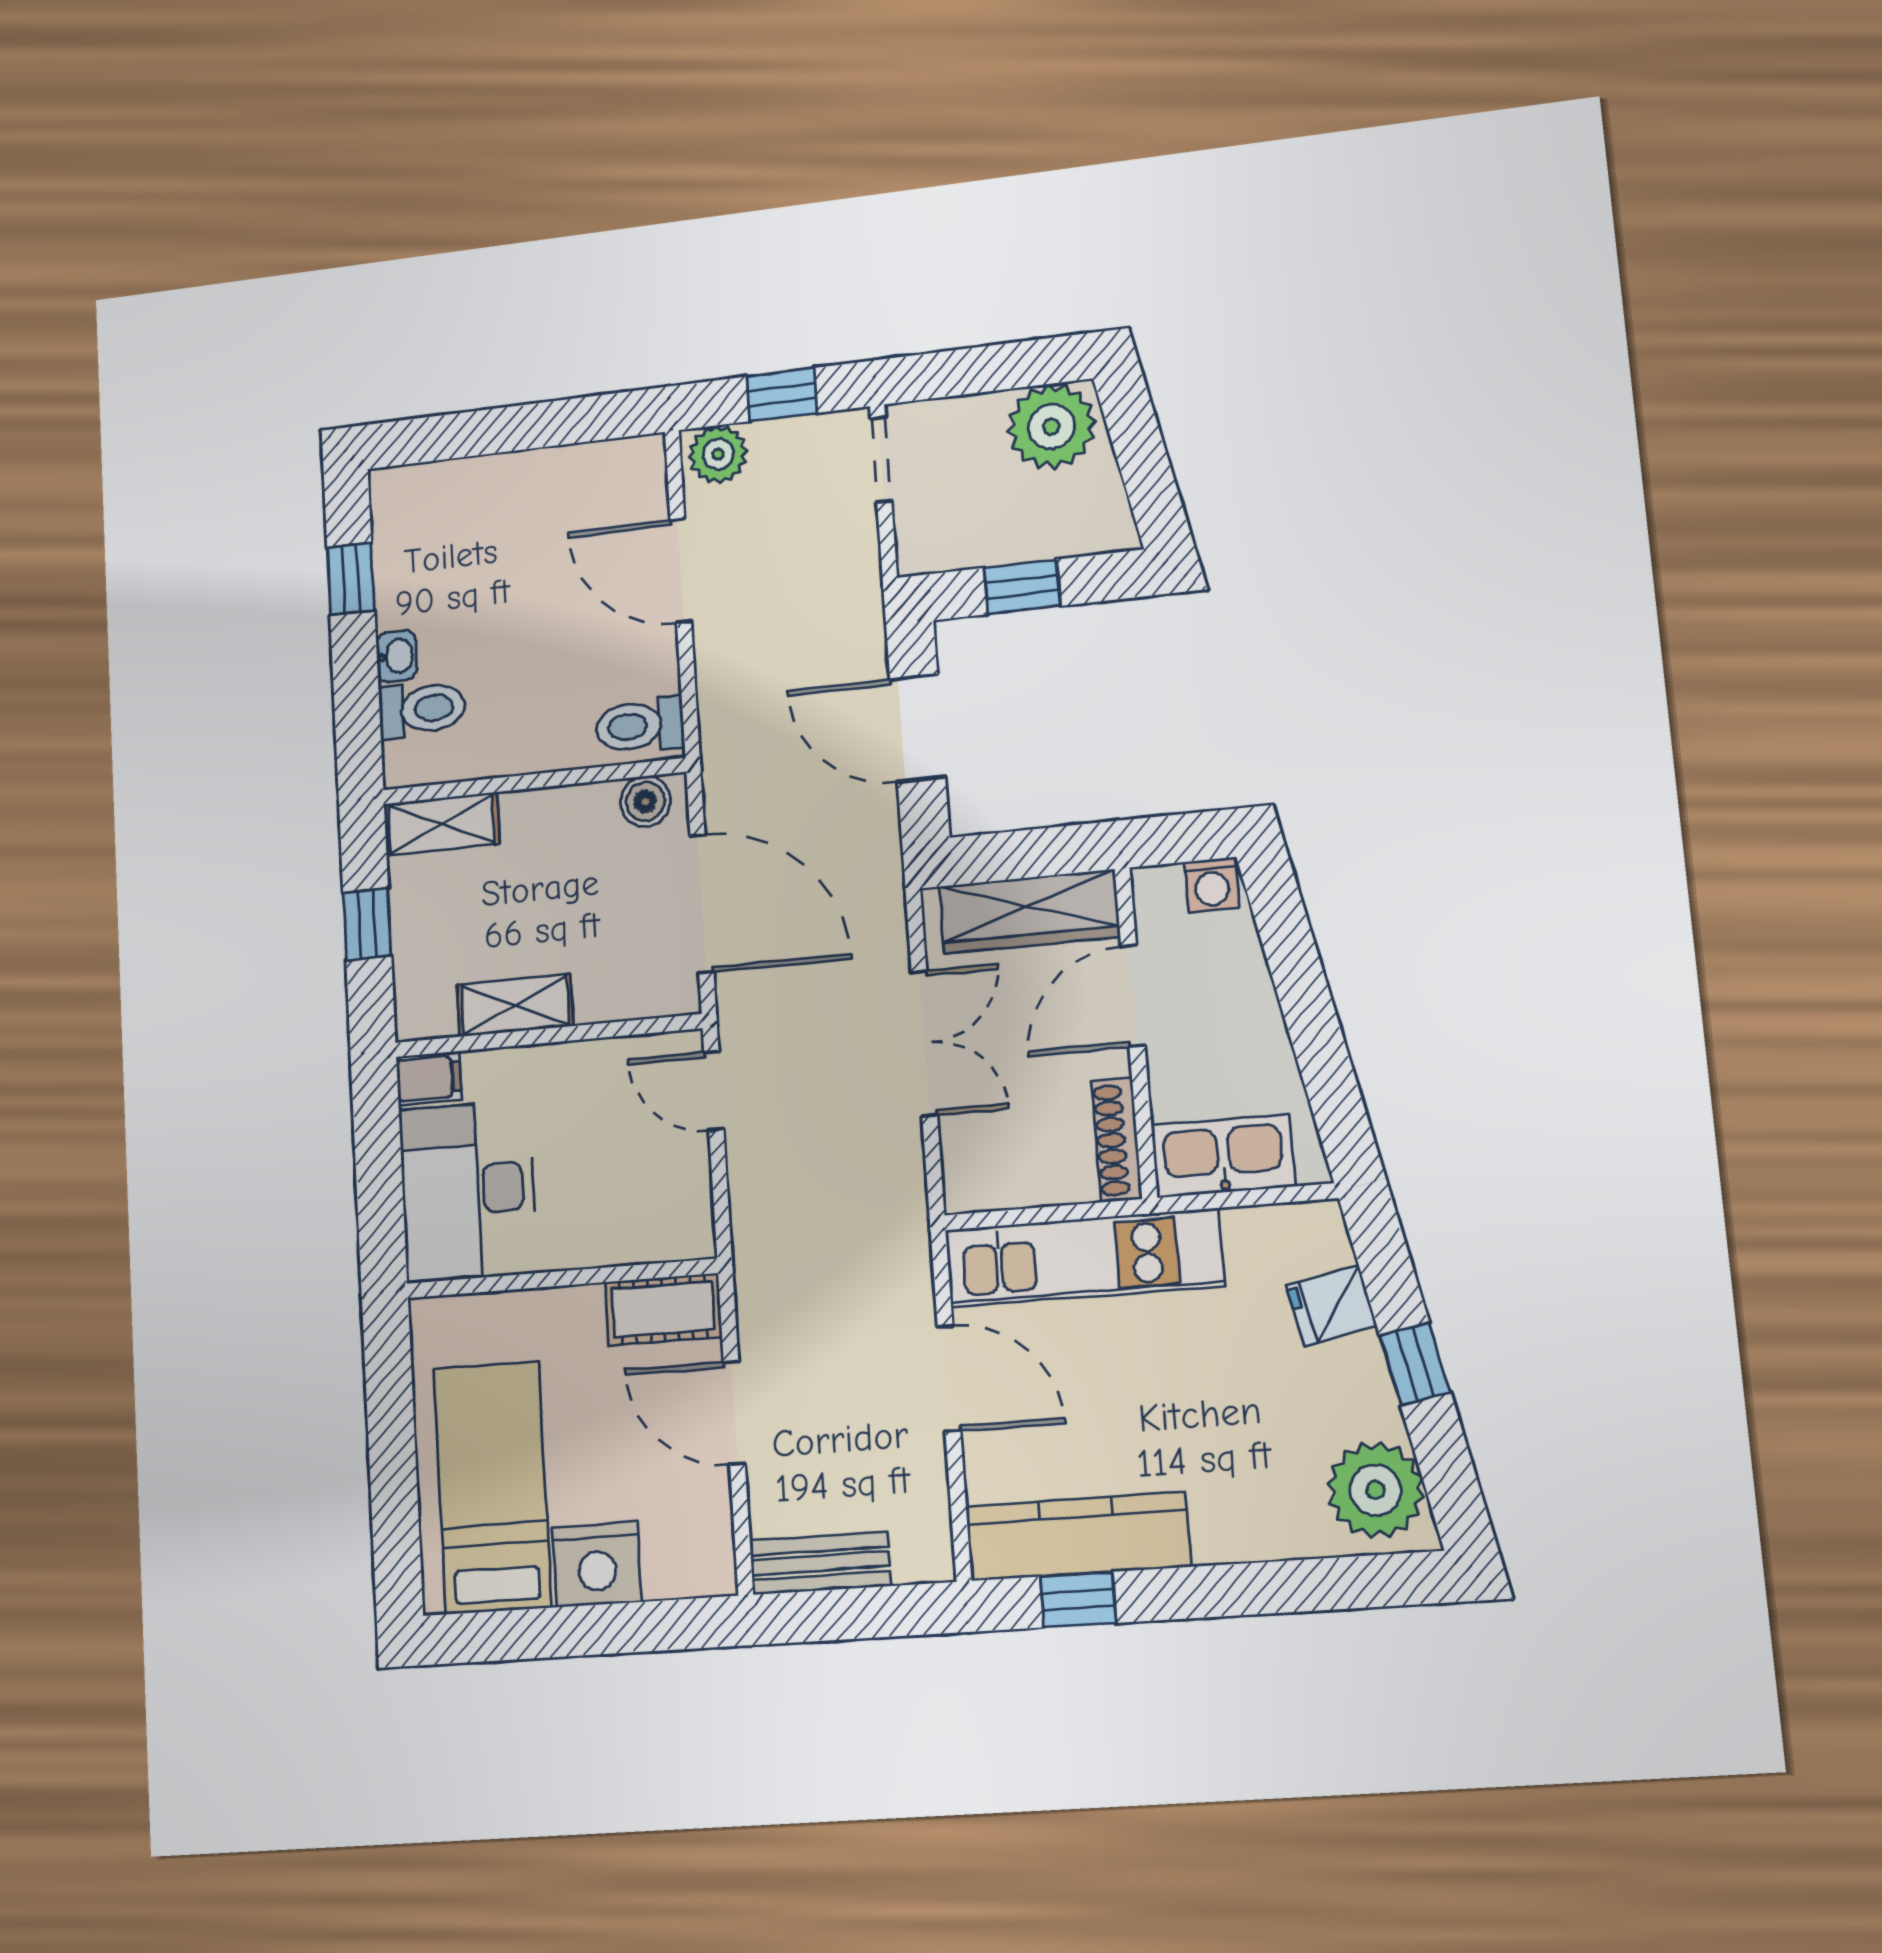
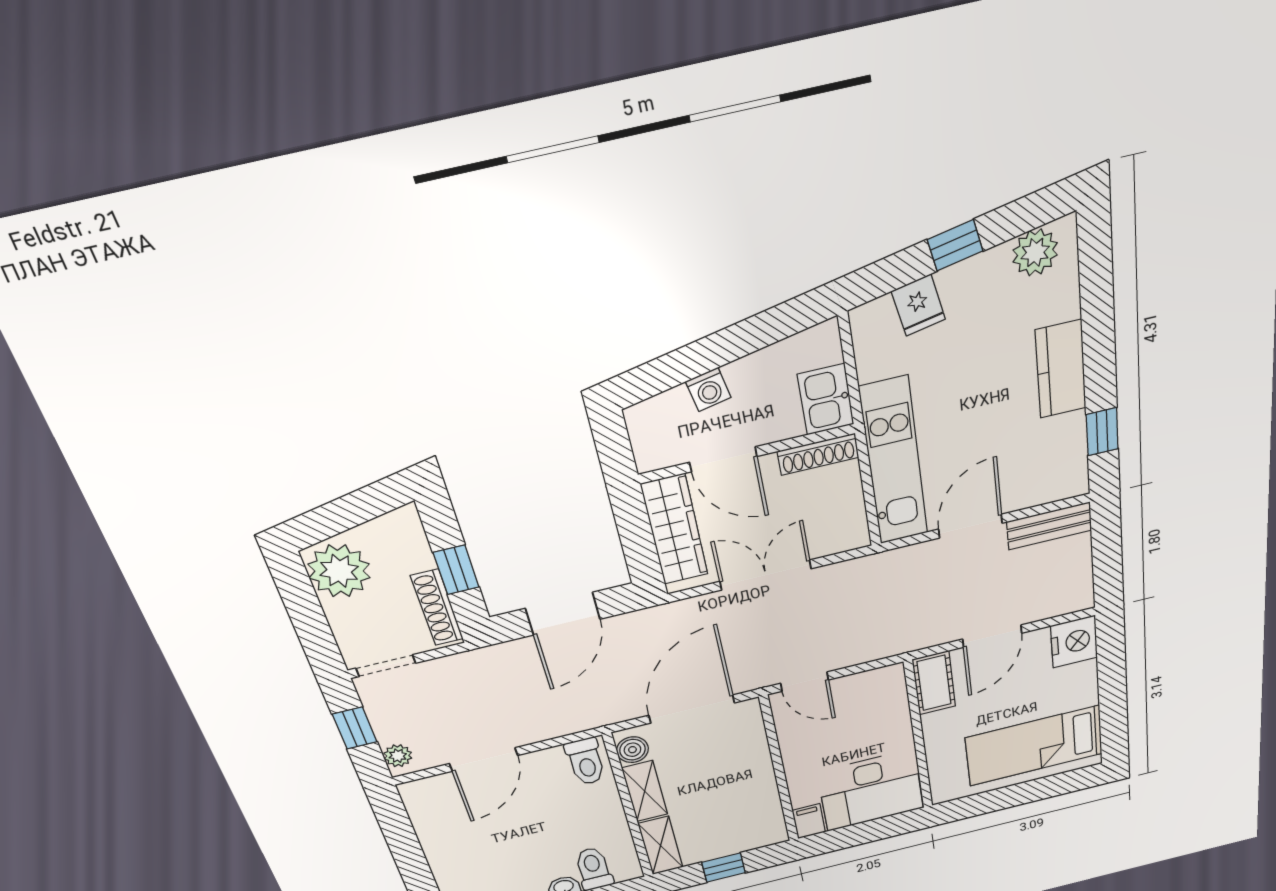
plant: (718, 454) -> (398, 756), width x0.73, depth x0.73
shoe rack: (965, 549) -> (437, 608), added
washing machine: (1212, 885) -> (708, 389), moved, turned 79
shelving: (515, 1005) -> (645, 791), moved
door: (714, 1091) -> (804, 682), hinge flipped
kitchen sink: (1223, 1156) -> (826, 400), width x0.73
plant: (1376, 1490) -> (1035, 252), width x0.73, depth x0.73
kitchen counter: (1078, 1537) -> (1061, 369), moved, width x0.67
bench: (820, 1563) -> (1049, 526), moved, turned 90
nightstand: (597, 1564) -> (1074, 642), moved

